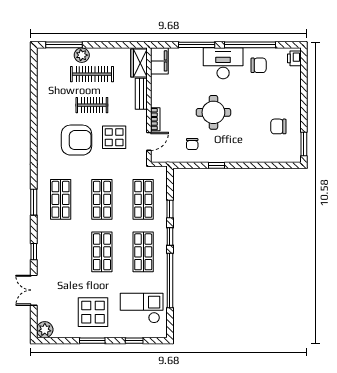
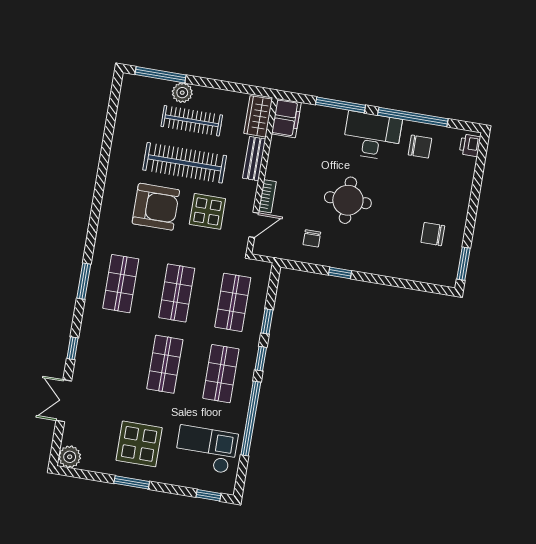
clothes rail: (92, 105) -> (185, 163), width x1.86, depth x1.31
window: (134, 341) -> (209, 495), moved

